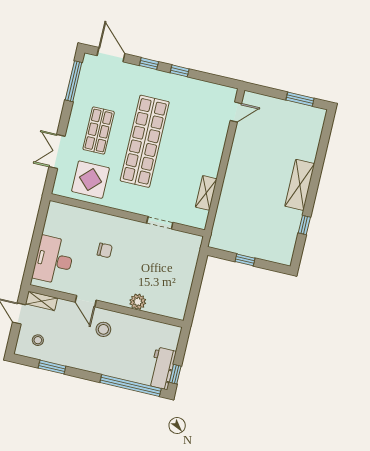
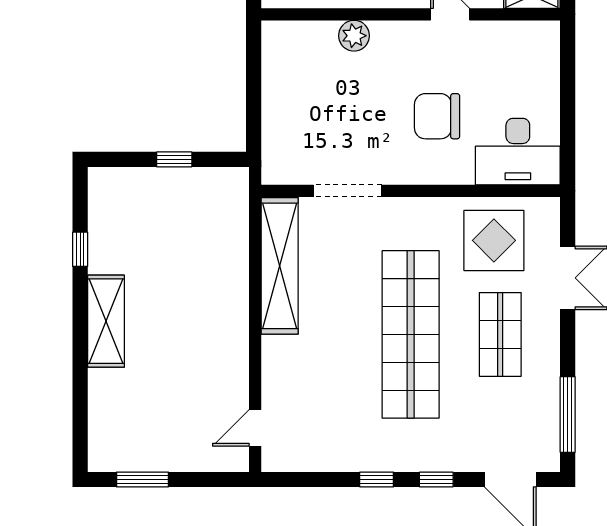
shelving: (206, 193) -> (280, 266), width x2.20, depth x1.33
doorway: (160, 223) -> (347, 191), width x1.38
chair: (105, 250) -> (437, 116), width x1.87, depth x1.87
desk: (54, 260) -> (518, 152), moved, turned 90

